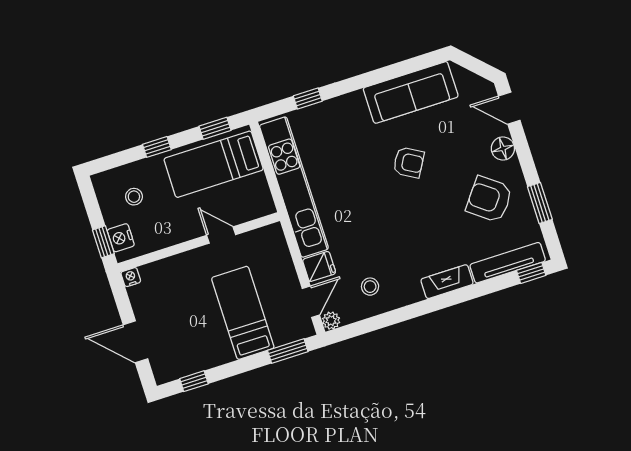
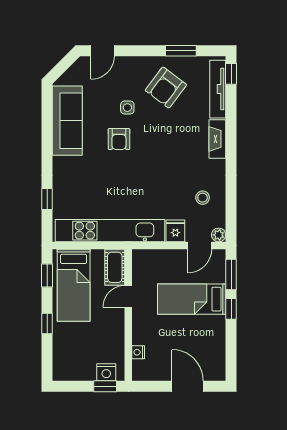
floor lamp: (503, 149) -> (131, 65), removed
side table: (450, 160) -> (127, 108), added
armchair: (409, 162) -> (119, 139), turned 150
stool: (134, 197) -> (79, 353), removed
cot: (251, 207) -> (115, 267), added
nightstand: (131, 277) -> (138, 352), moved
door: (311, 302) -> (200, 246), swing flipped
door: (135, 342) -> (188, 386), swing flipped
window: (194, 381) -> (231, 309), moved

